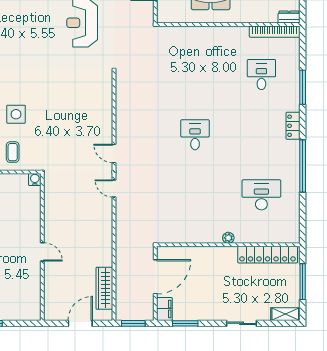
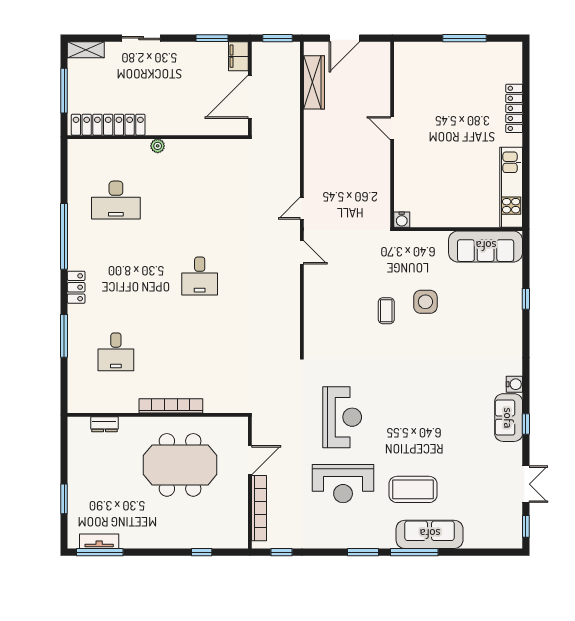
dresser: (289, 17) -> (104, 424), moved
bookcase: (275, 32) -> (171, 406), moved
coffee table: (13, 152) -> (386, 311), moved
door: (114, 188) -> (302, 208), swing flipped

